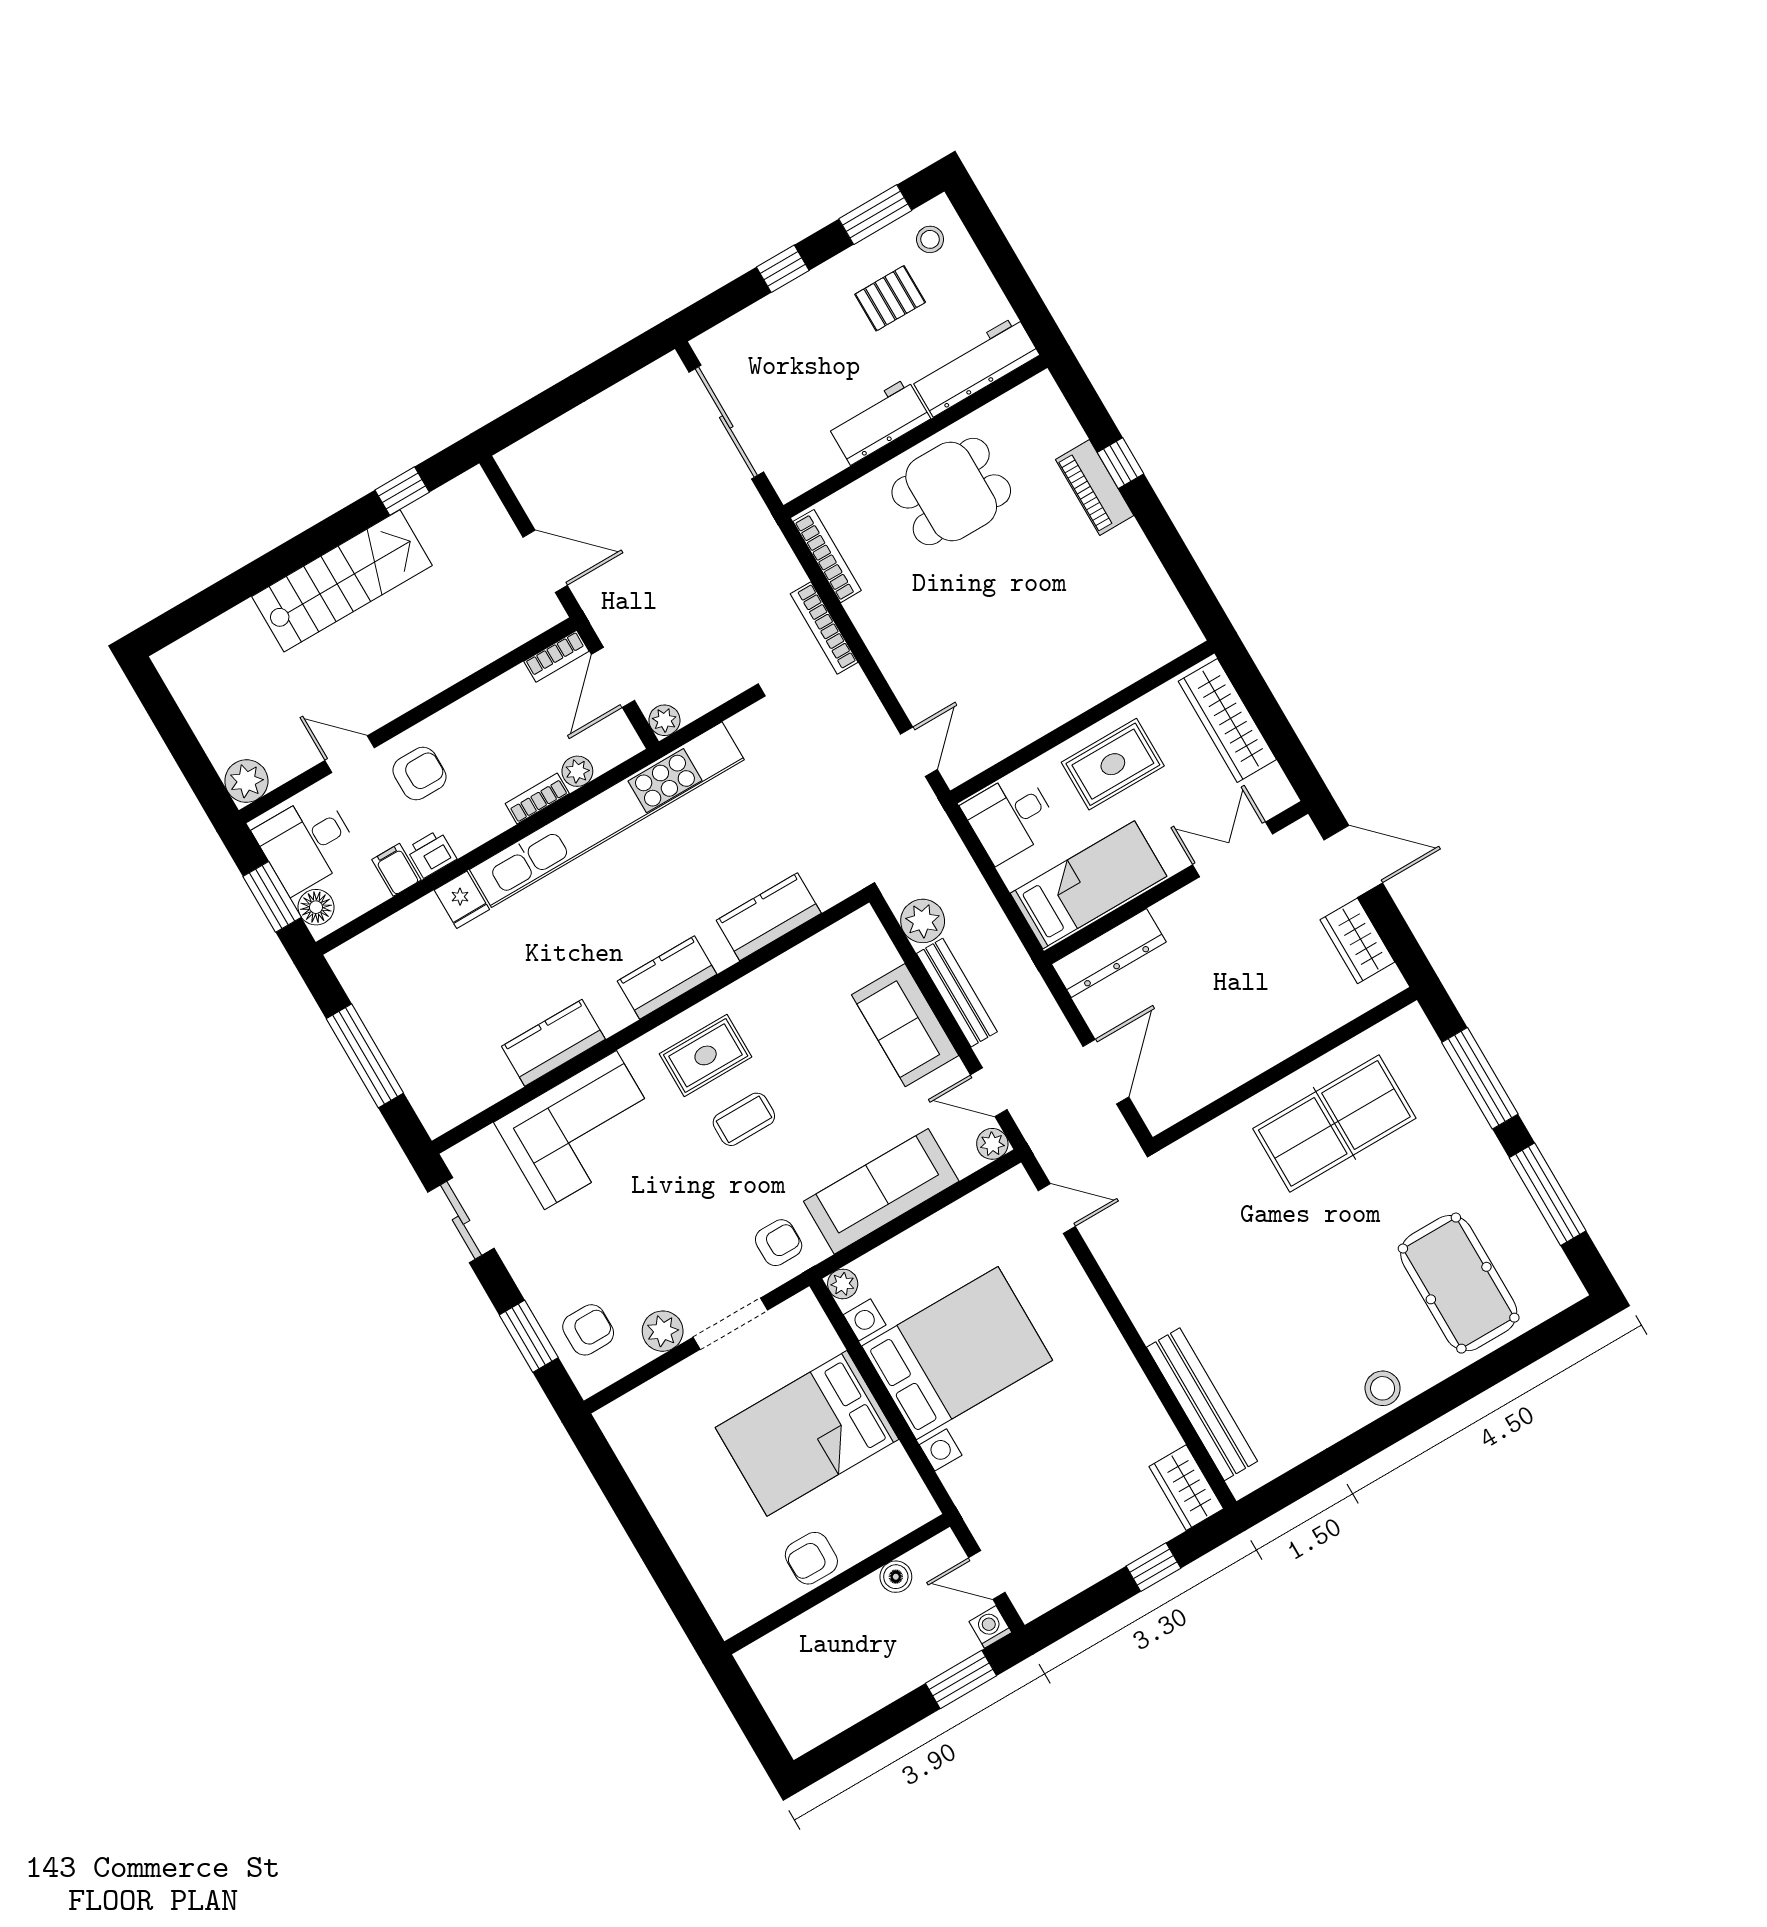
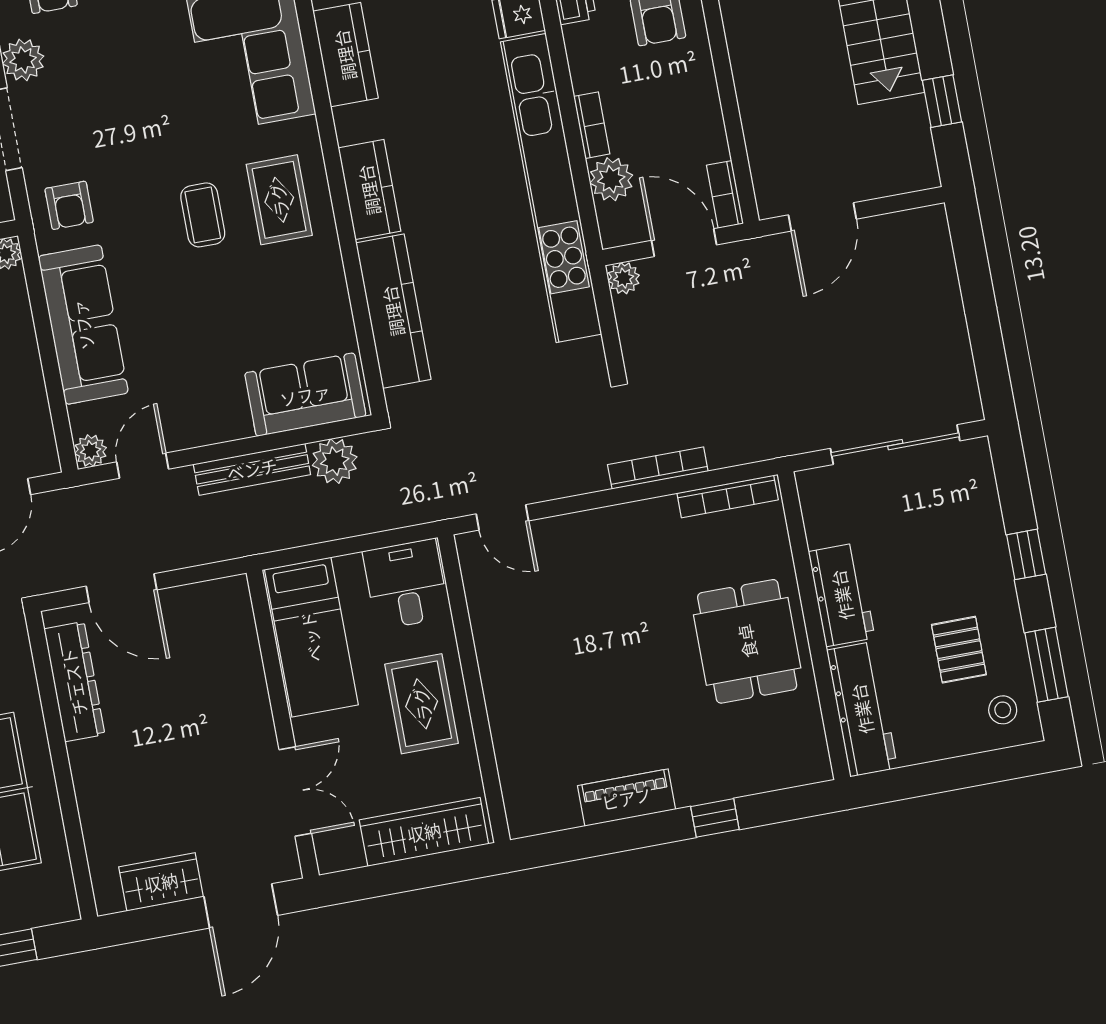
piano: (1095, 488) -> (627, 798), moved
plant: (577, 771) -> (611, 179), width x1.38, depth x1.38
kitchen counter: (769, 917) -> (393, 311), width x1.50
dresser: (1109, 953) -> (74, 682), moved, turned 180
sofa: (905, 1025) -> (305, 395), moved

